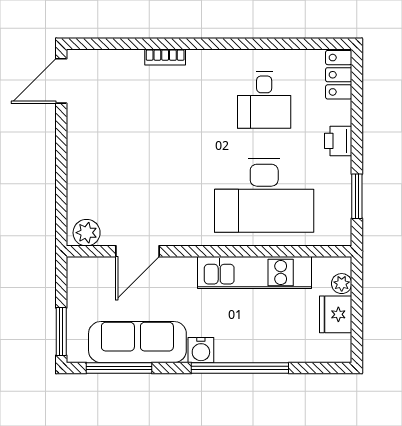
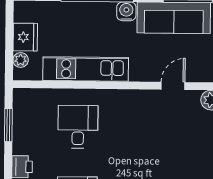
desk: (264, 195) -> (78, 127), width x0.53, depth x0.77
door: (137, 251) -> (173, 86), width x0.73

